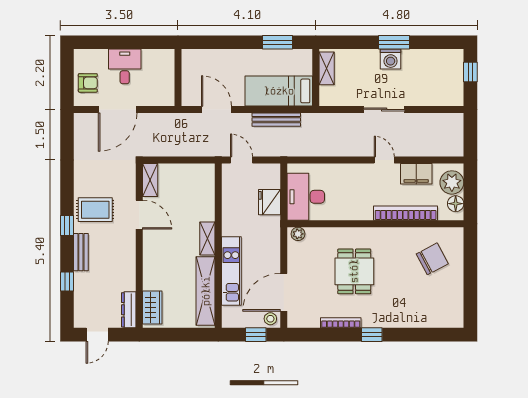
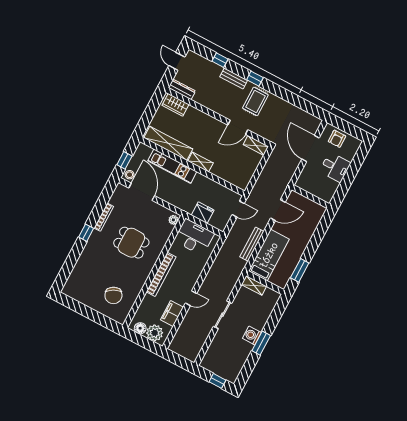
shelving: (327, 68) -> (254, 285), moved
bookcase: (406, 213) -> (161, 274), moved

